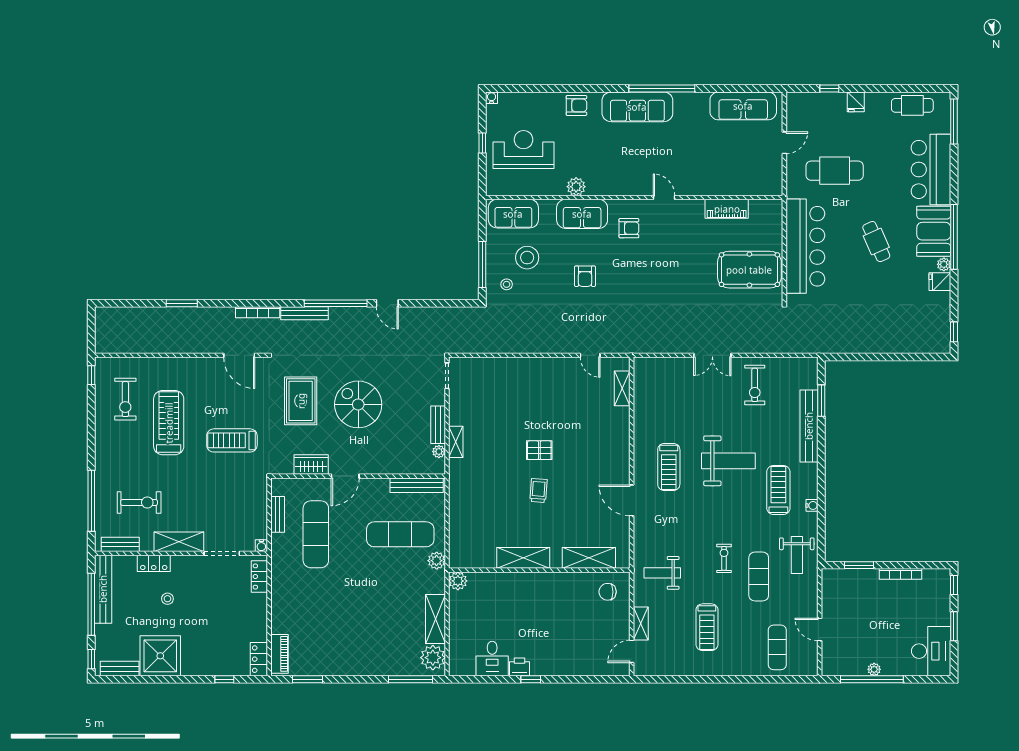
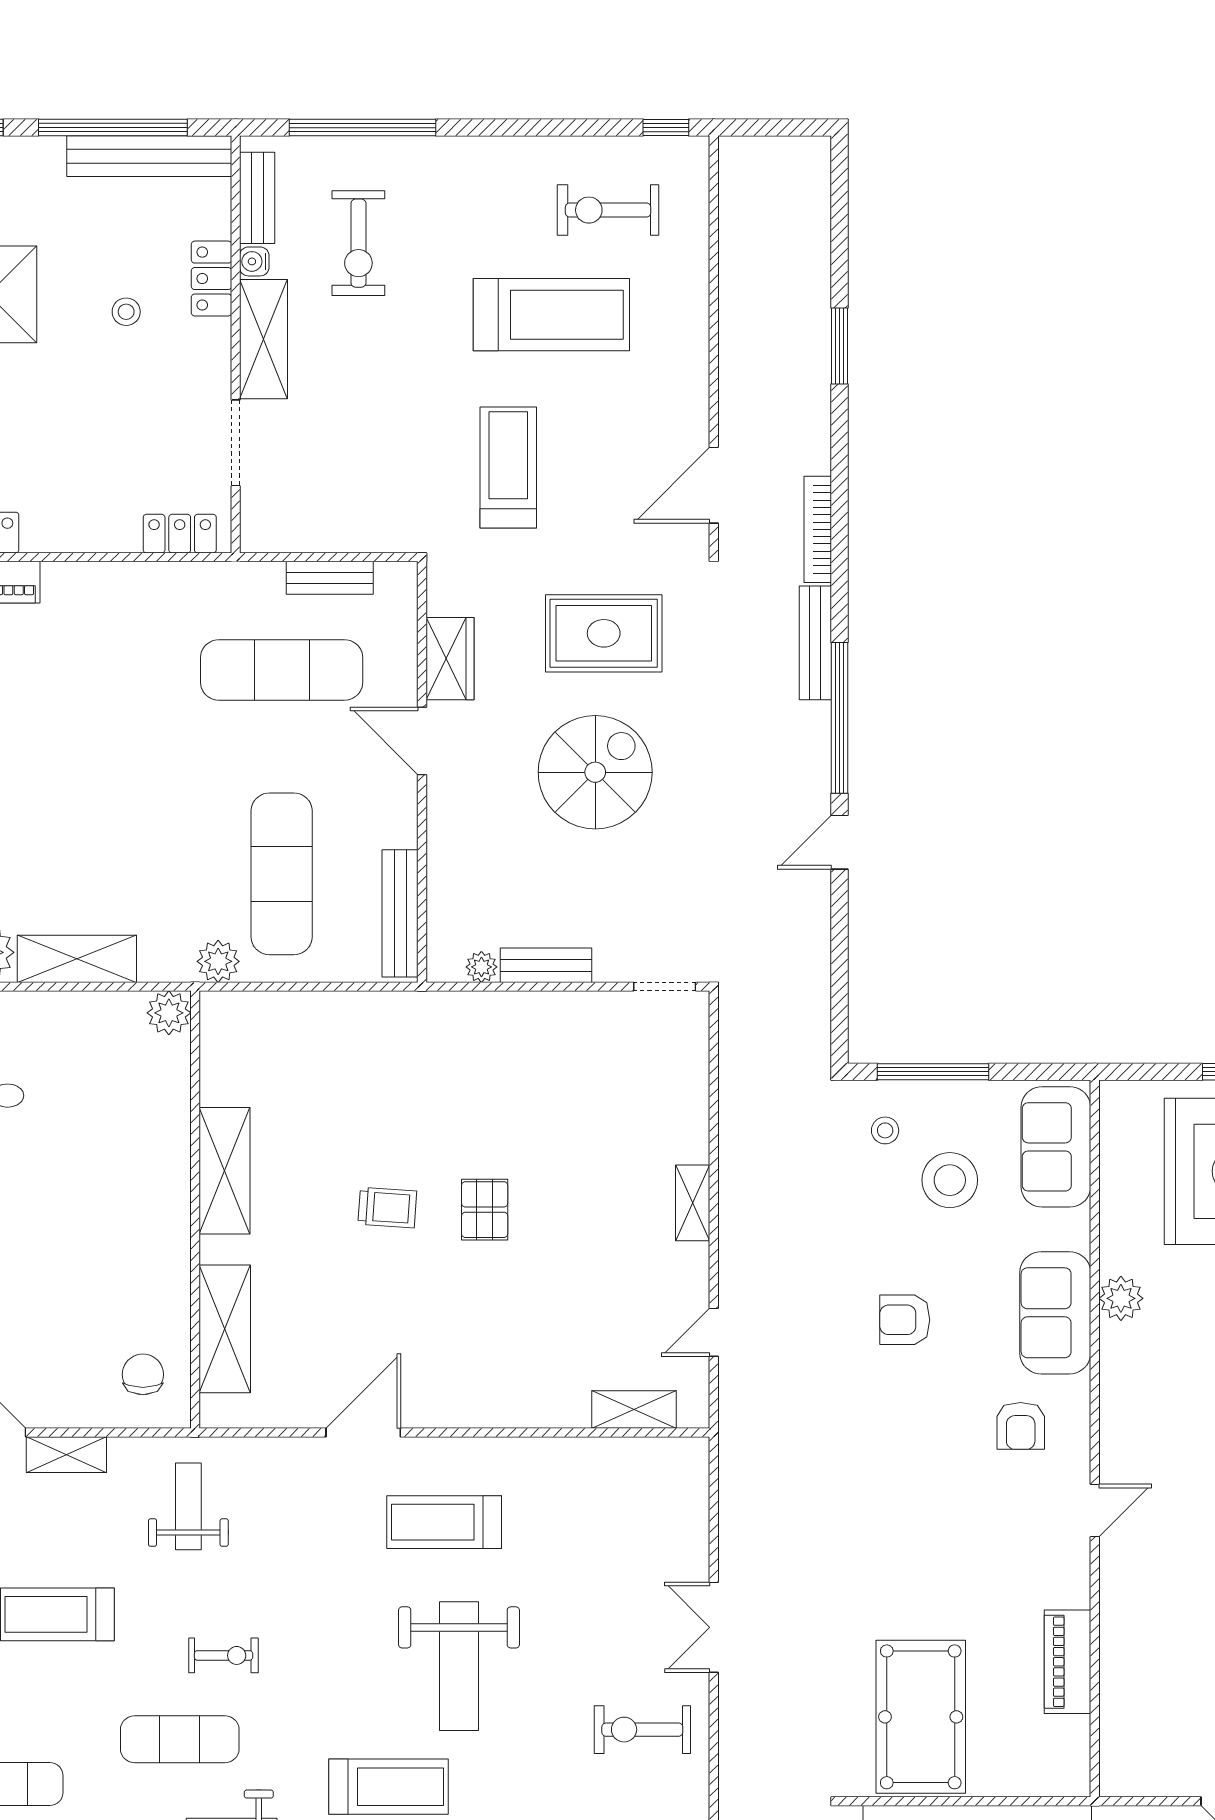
shelving: (456, 442) -> (693, 1203), moved, turned 90
water cooler: (261, 546) -> (254, 261), moved

